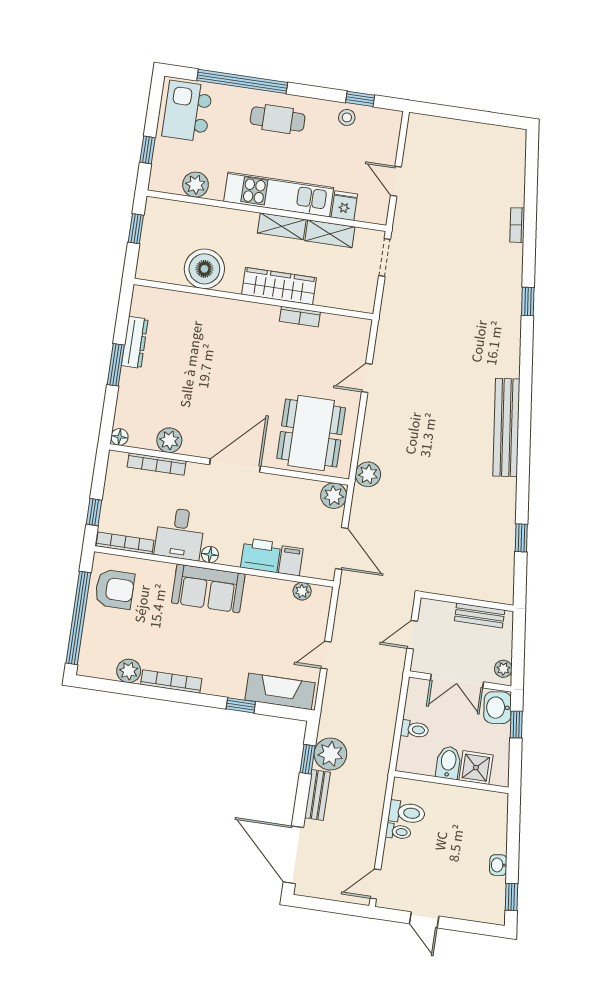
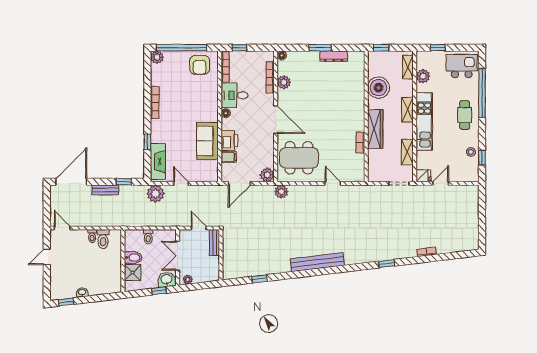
fridge: (344, 206) -> (423, 176), moved
shelving: (175, 210) -> (408, 67), added
shelving: (282, 226) -> (407, 110), moved
window: (136, 229) -> (381, 48), moved
sofa: (208, 588) -> (207, 141), moved
plant: (302, 591) -> (213, 165), removed
bench: (480, 615) -> (214, 243), moved
plant: (129, 671) -> (157, 57), moved
plant: (330, 754) -> (155, 194), moved

